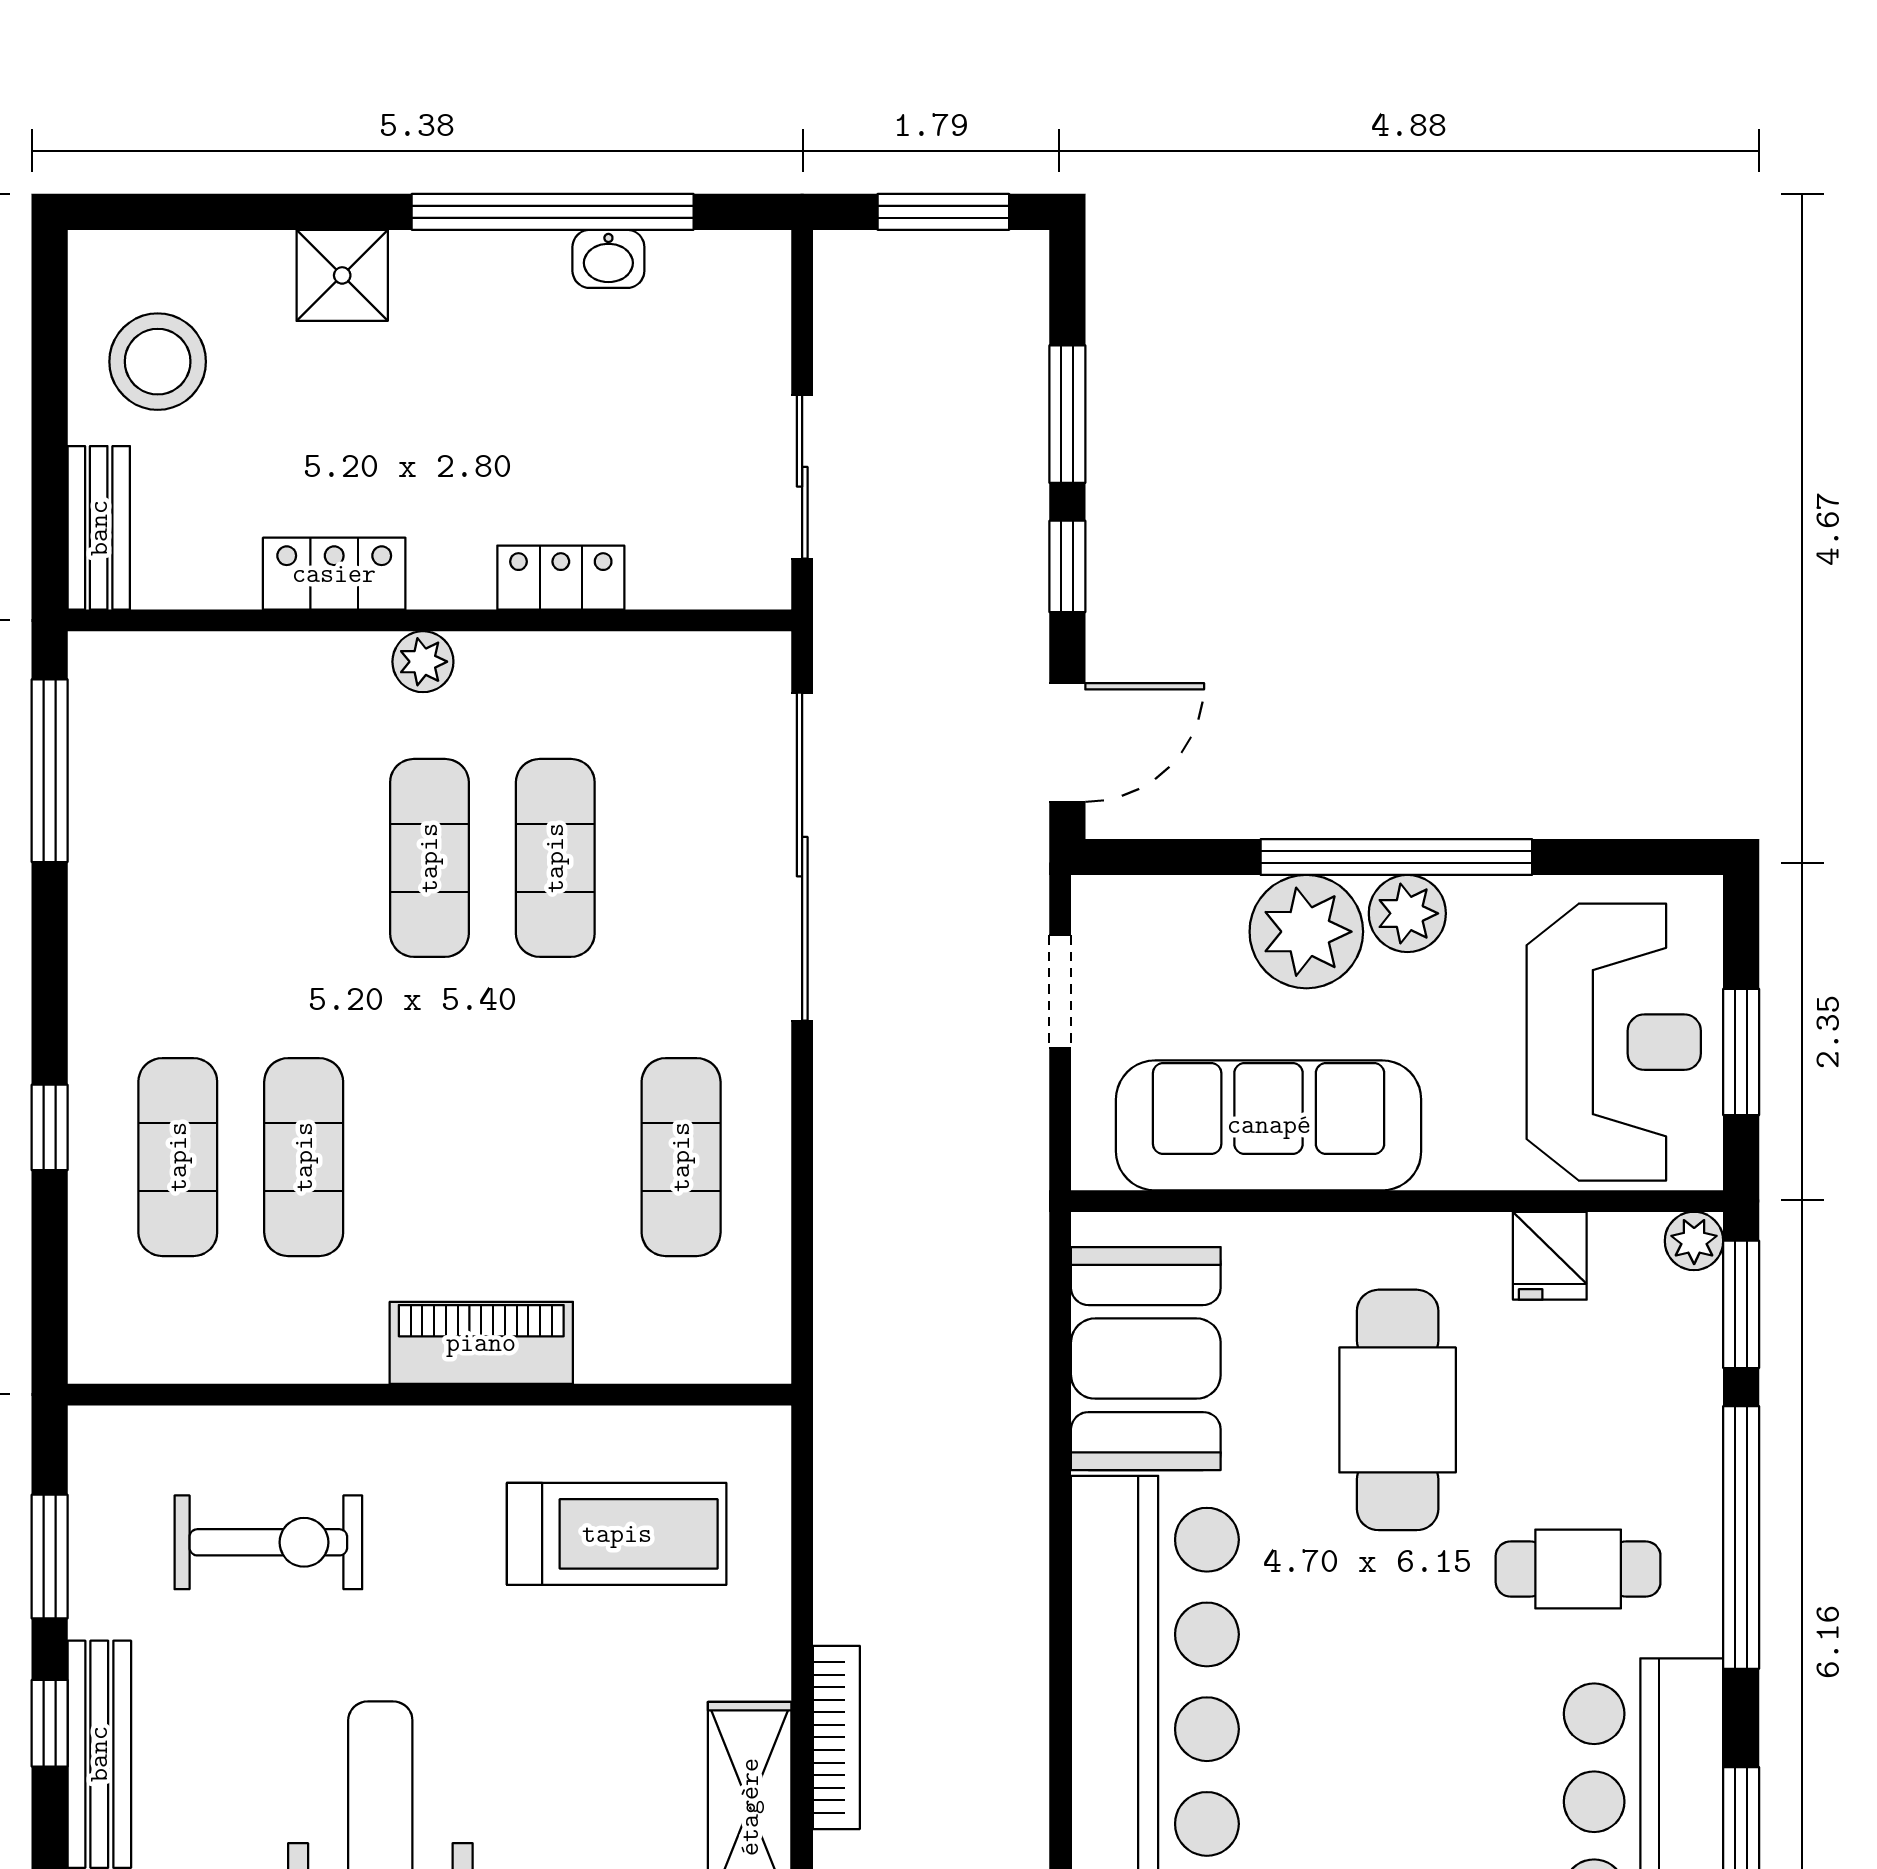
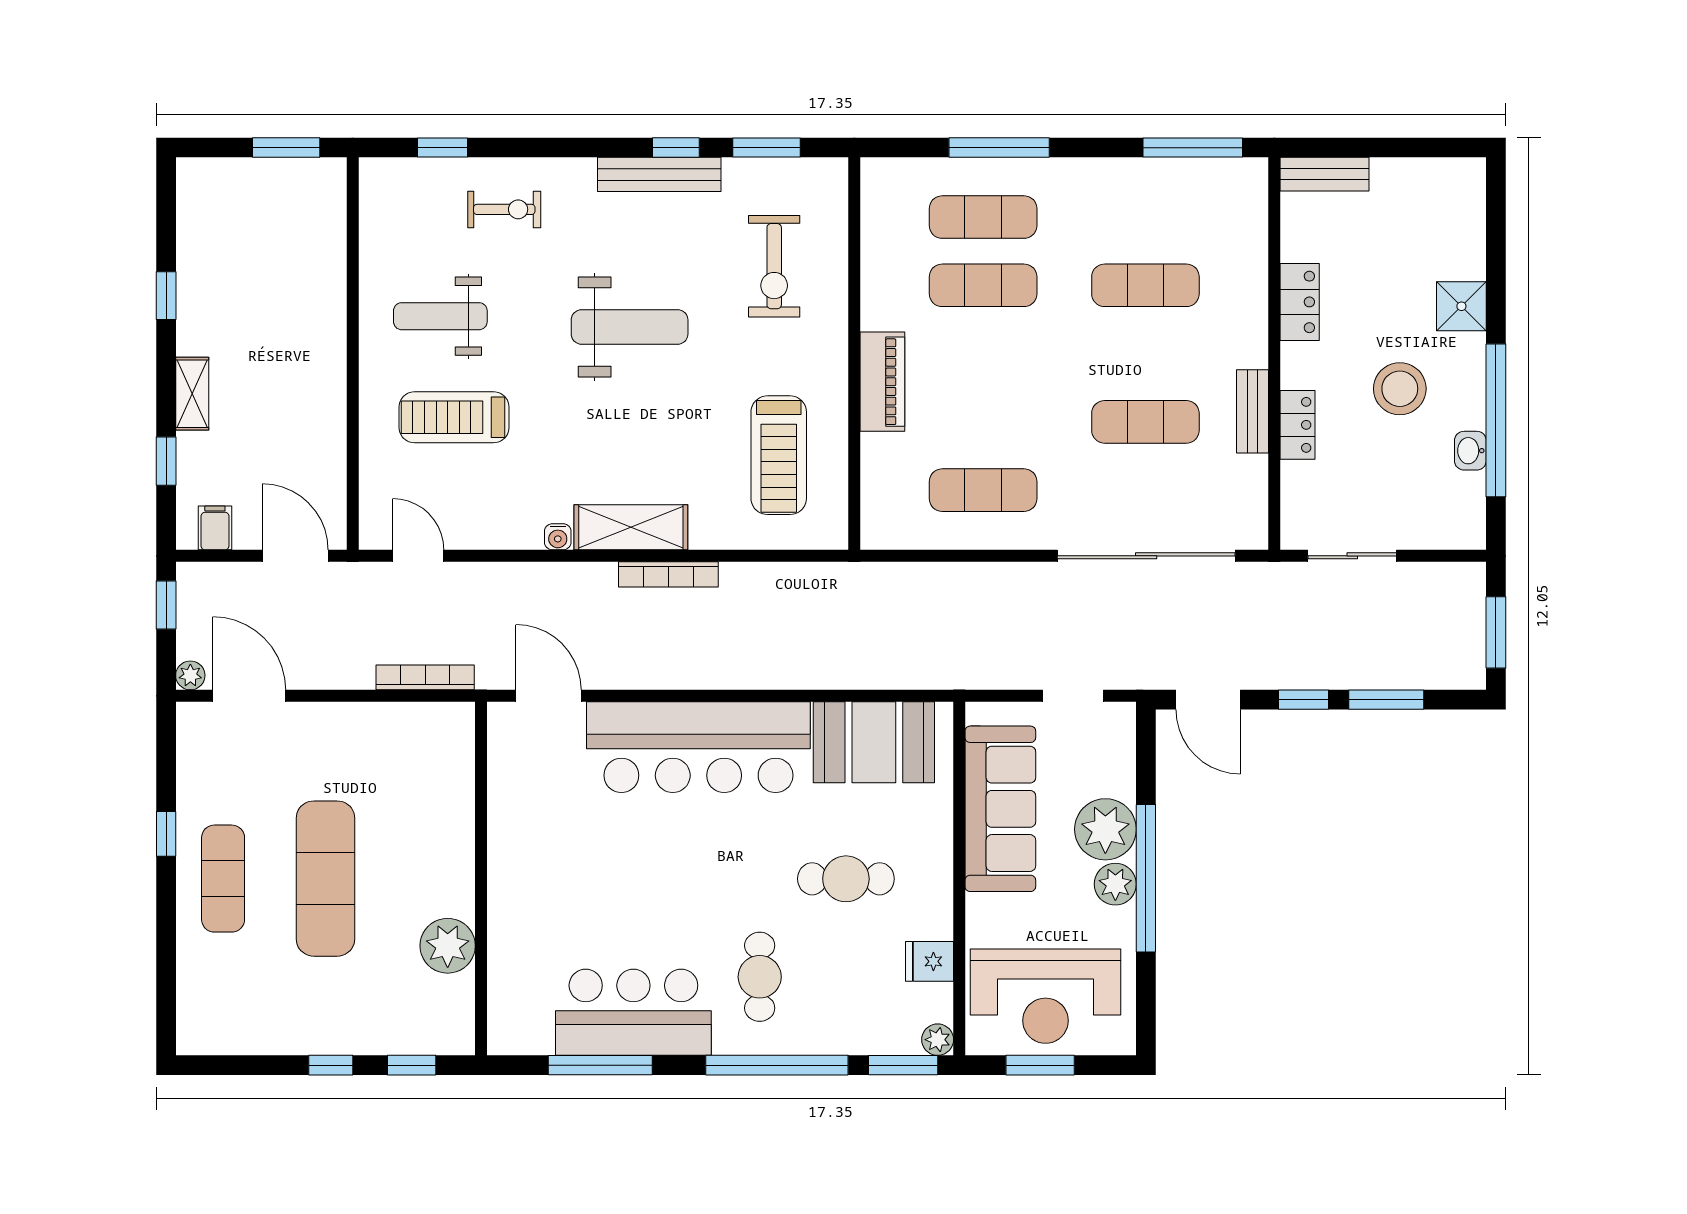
stool: (158, 362) -> (1400, 389), moved
bench: (536, 661) -> (1253, 411), added
plant: (423, 662) -> (1252, 350), removed
exercise mat: (429, 858) -> (1145, 285), moved
window: (50, 1127) -> (999, 148), width x2.17
cafe table: (1398, 1410) -> (846, 879), width x0.73, depth x0.74

